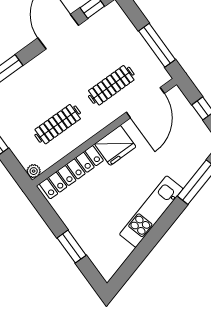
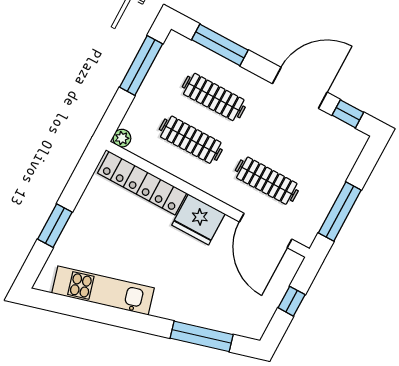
clothes rail: (36, 94) -> (214, 97), added
door: (145, 103) -> (266, 230), hinge flipped
kitchen unit: (151, 212) -> (103, 291), moved

